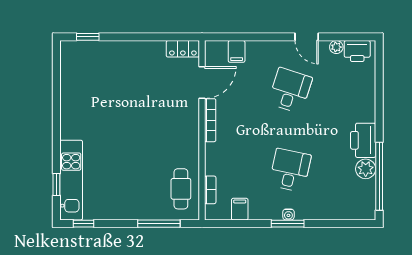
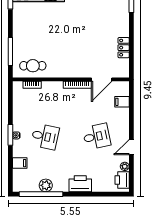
locker: (183, 49) -> (124, 48), moved
door: (202, 83) -> (102, 79), hinge flipped
desk: (290, 90) -> (97, 136), turned -30
printer: (363, 140) -> (80, 184), moved
filing cabinet: (240, 209) -> (20, 163), moved

